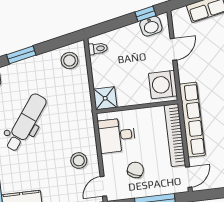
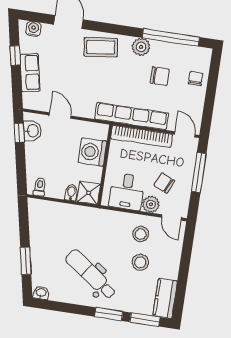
stool: (69, 60) -> (140, 262), moved
bidet: (101, 81) -> (71, 193), added
washing machine: (163, 85) -> (92, 152), moved, turned 90
plant: (111, 163) -> (151, 204), added

